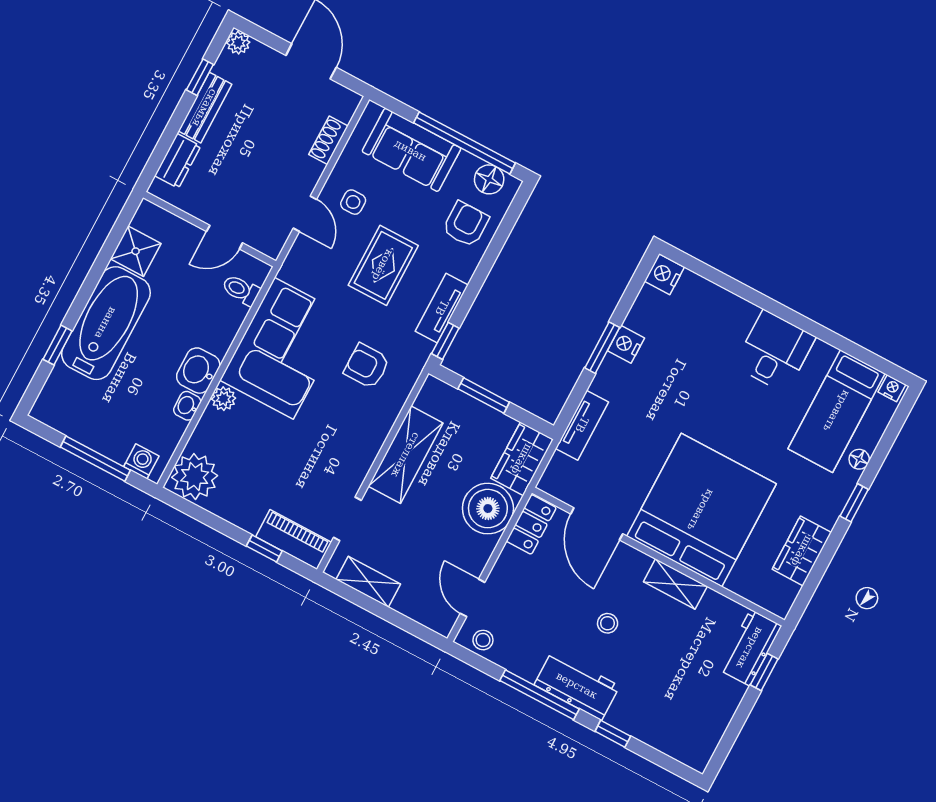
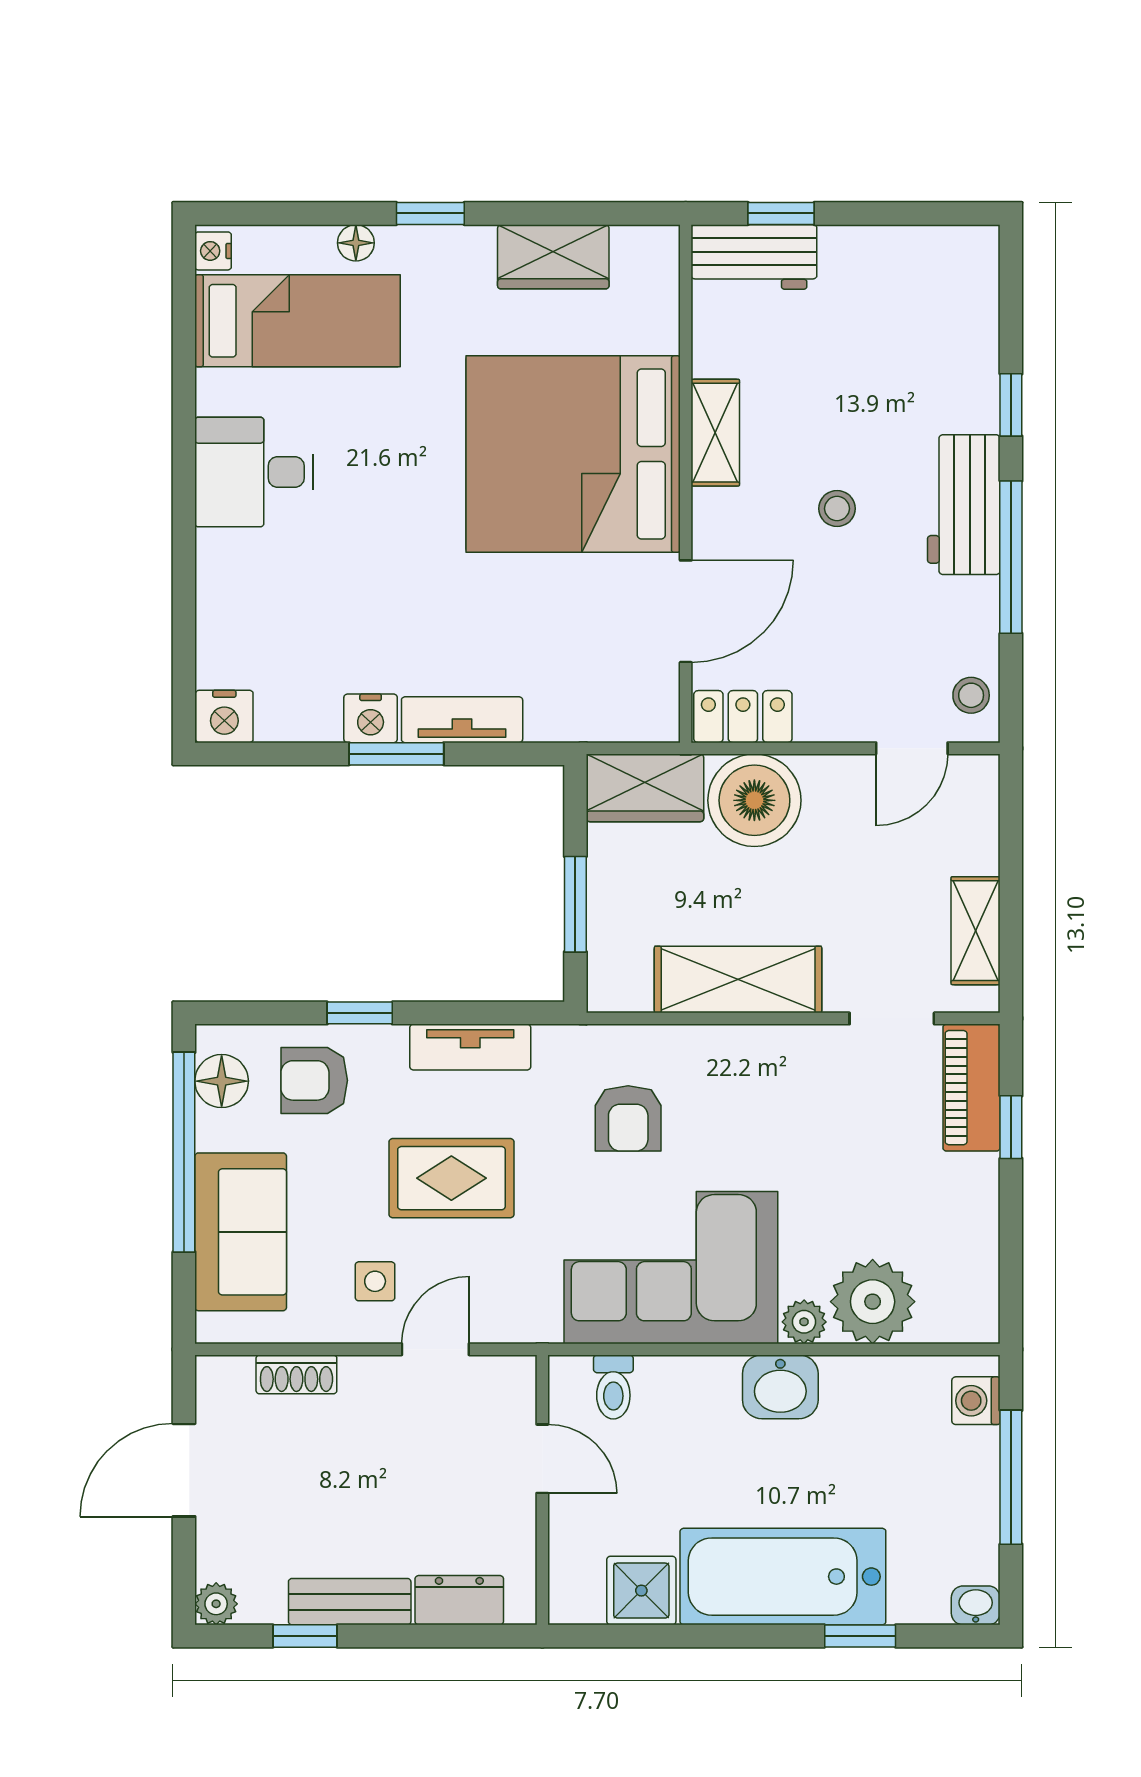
window: (445, 341) -> (360, 1013), moved
washbasin: (187, 406) -> (976, 1605), moved, turned 180
tv unit: (582, 425) -> (462, 720), moved
plant: (195, 476) -> (873, 1302), moved

